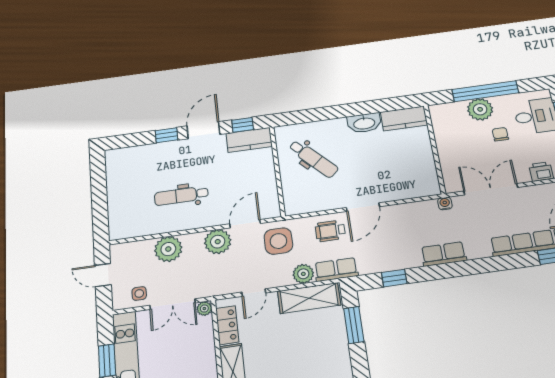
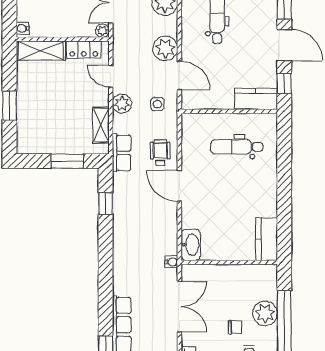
washbasin: (364, 123) -> (191, 245), moved, turned 180
kitchen counter: (249, 140) -> (256, 99), moved, turned 90
dental chair: (313, 159) -> (237, 147), turned 44
side table: (278, 241) -> (157, 104), width x0.54, depth x0.54
row of seats: (444, 254) -> (122, 252), removed
plant: (303, 274) -> (122, 104), moved
shelving: (309, 298) -> (101, 125), width x0.67, depth x0.75

